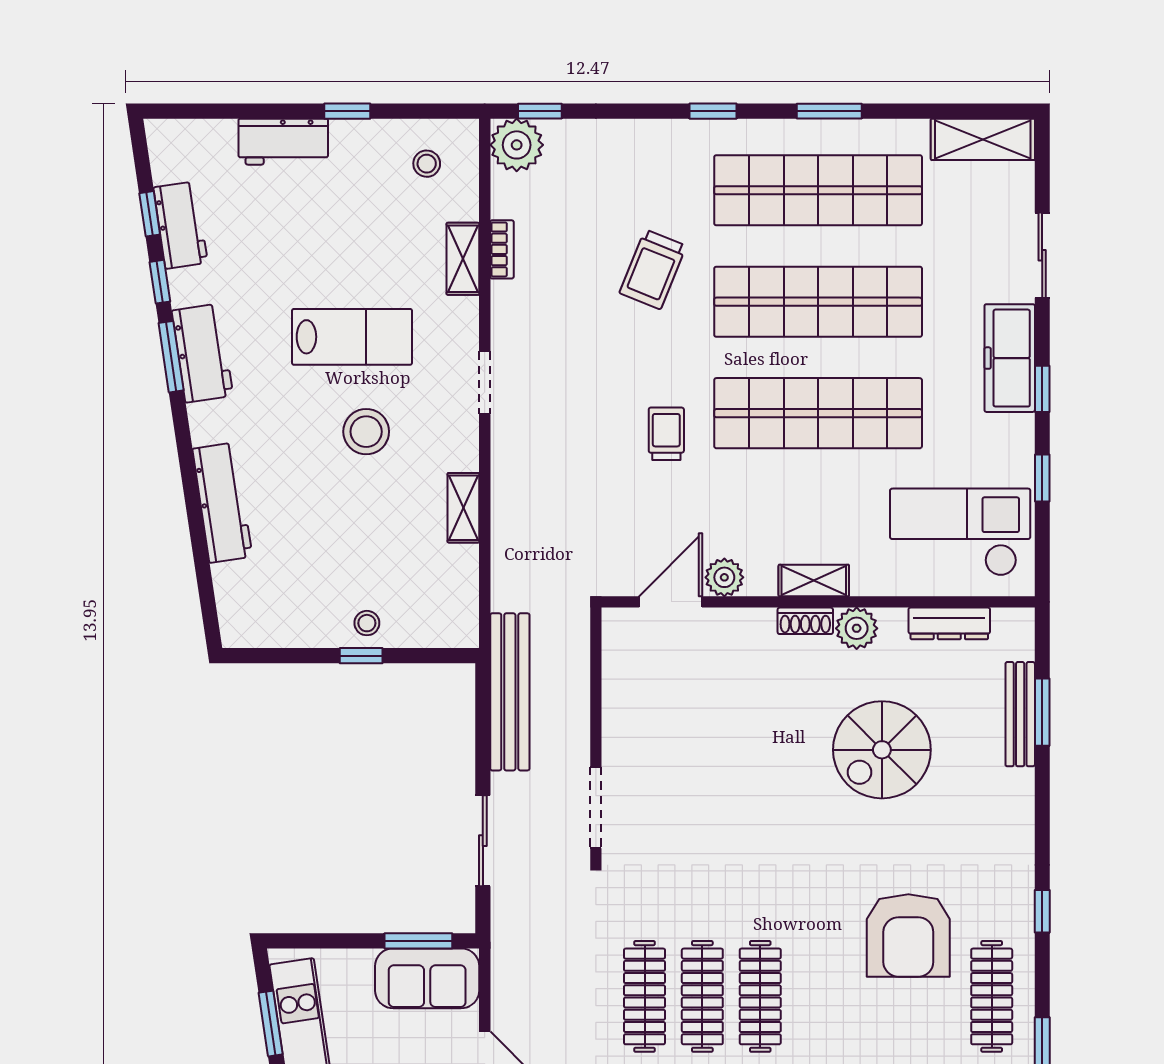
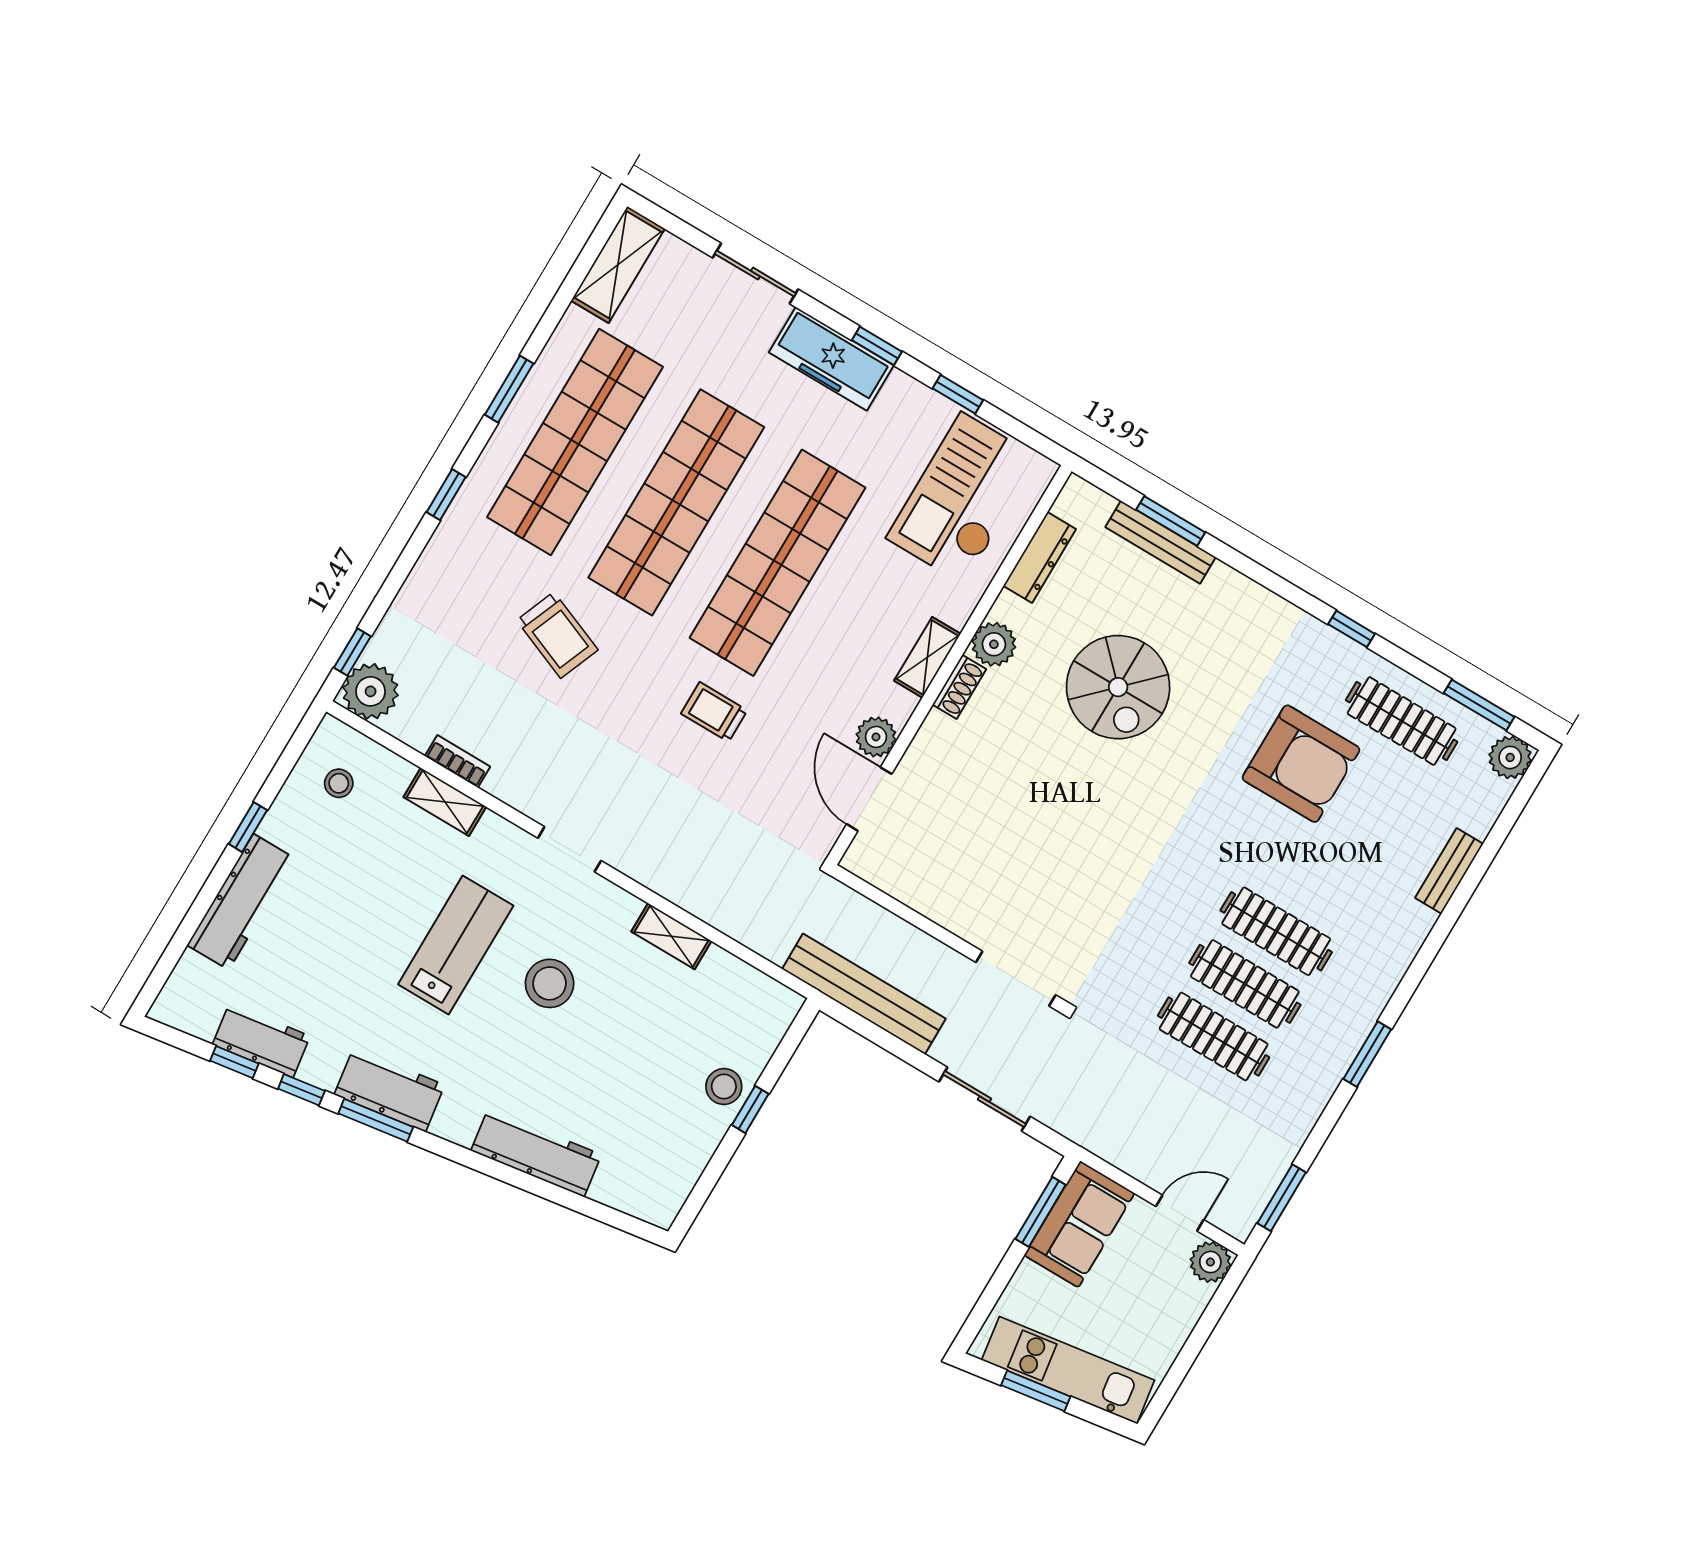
workbench: (283, 142) -> (241, 902), width x1.37
stool: (367, 623) -> (724, 1086), width x1.37, depth x1.37

